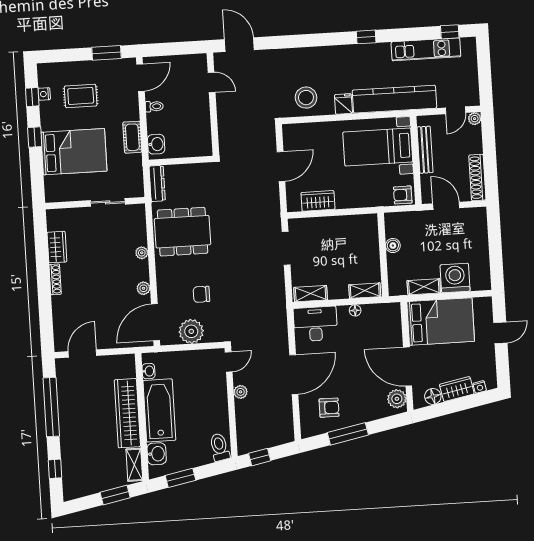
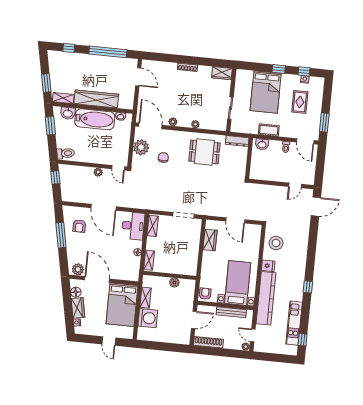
dining table: (183, 232) -> (204, 152), width x0.73
wardrobe: (57, 247) -> (222, 73), moved
door: (408, 367) -> (97, 279), hinge flipped

